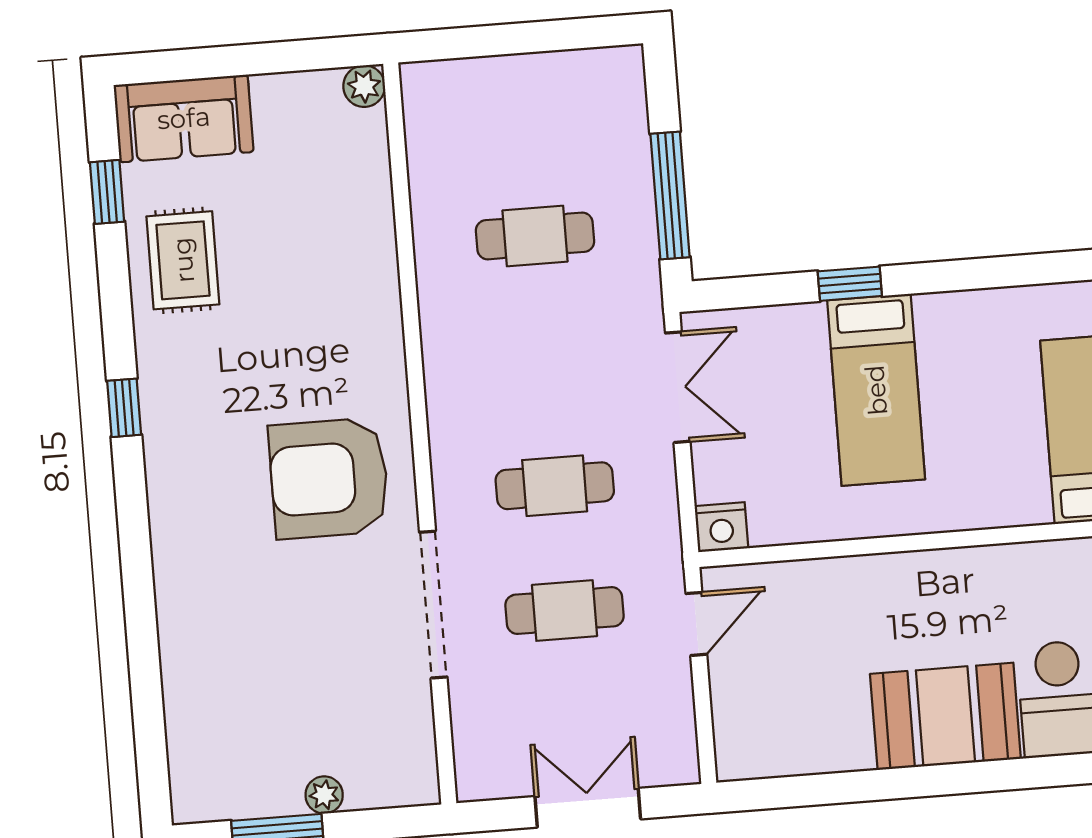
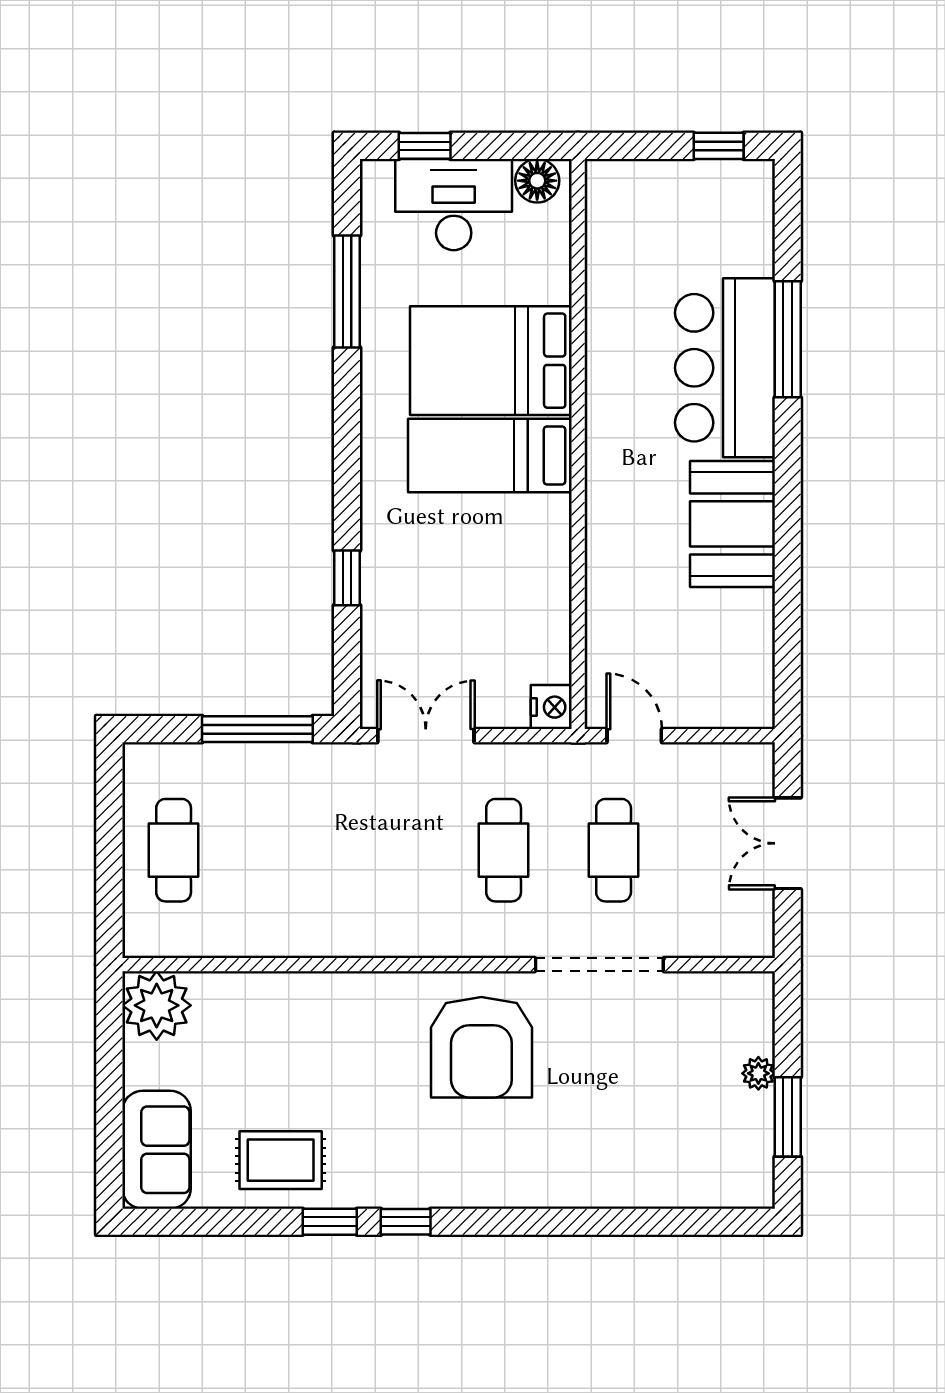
plant: (364, 86) -> (157, 1005), width x1.88, depth x1.88
window: (107, 192) -> (330, 1222), moved
cafe table: (535, 236) -> (174, 850), moved
bed: (876, 390) -> (490, 455), moved, turned 180

